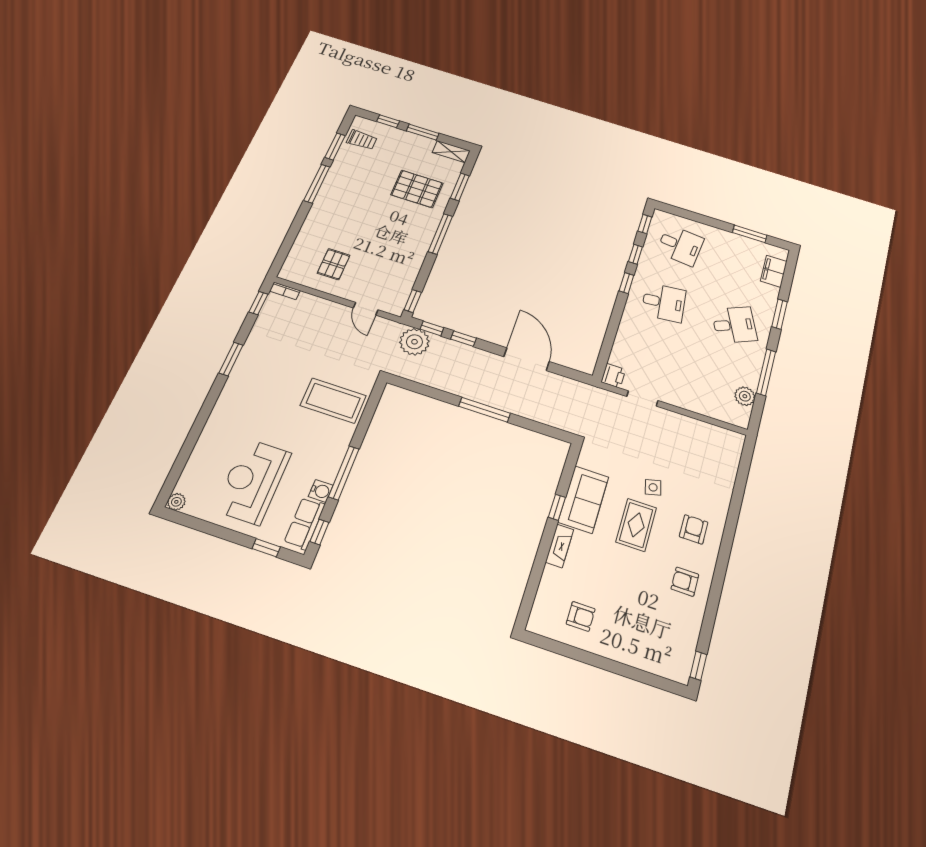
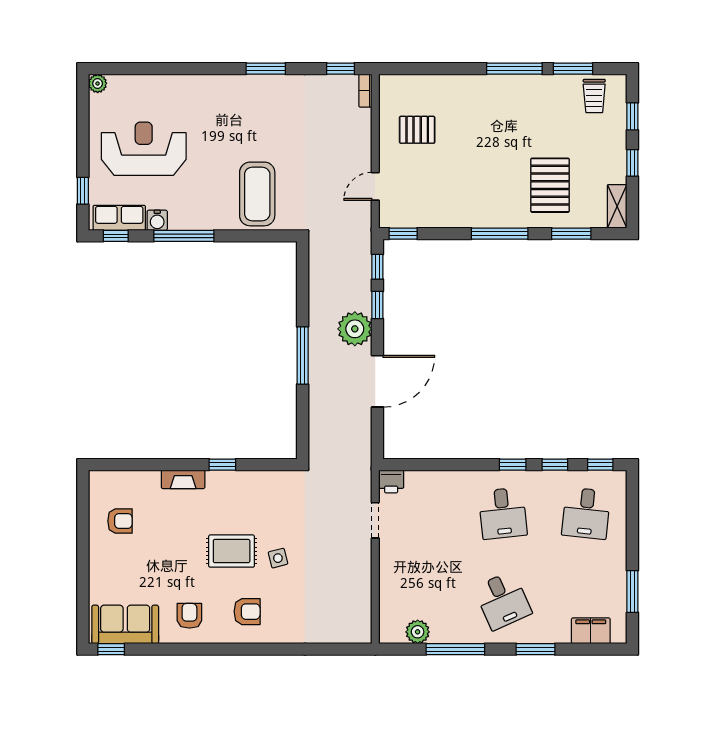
window: (423, 132) -> (632, 163), width x0.67
plant: (414, 342) -> (355, 329), moved
sofa: (583, 499) -> (125, 624), moved, turned 180
armchair: (581, 616) -> (120, 521), turned -90

